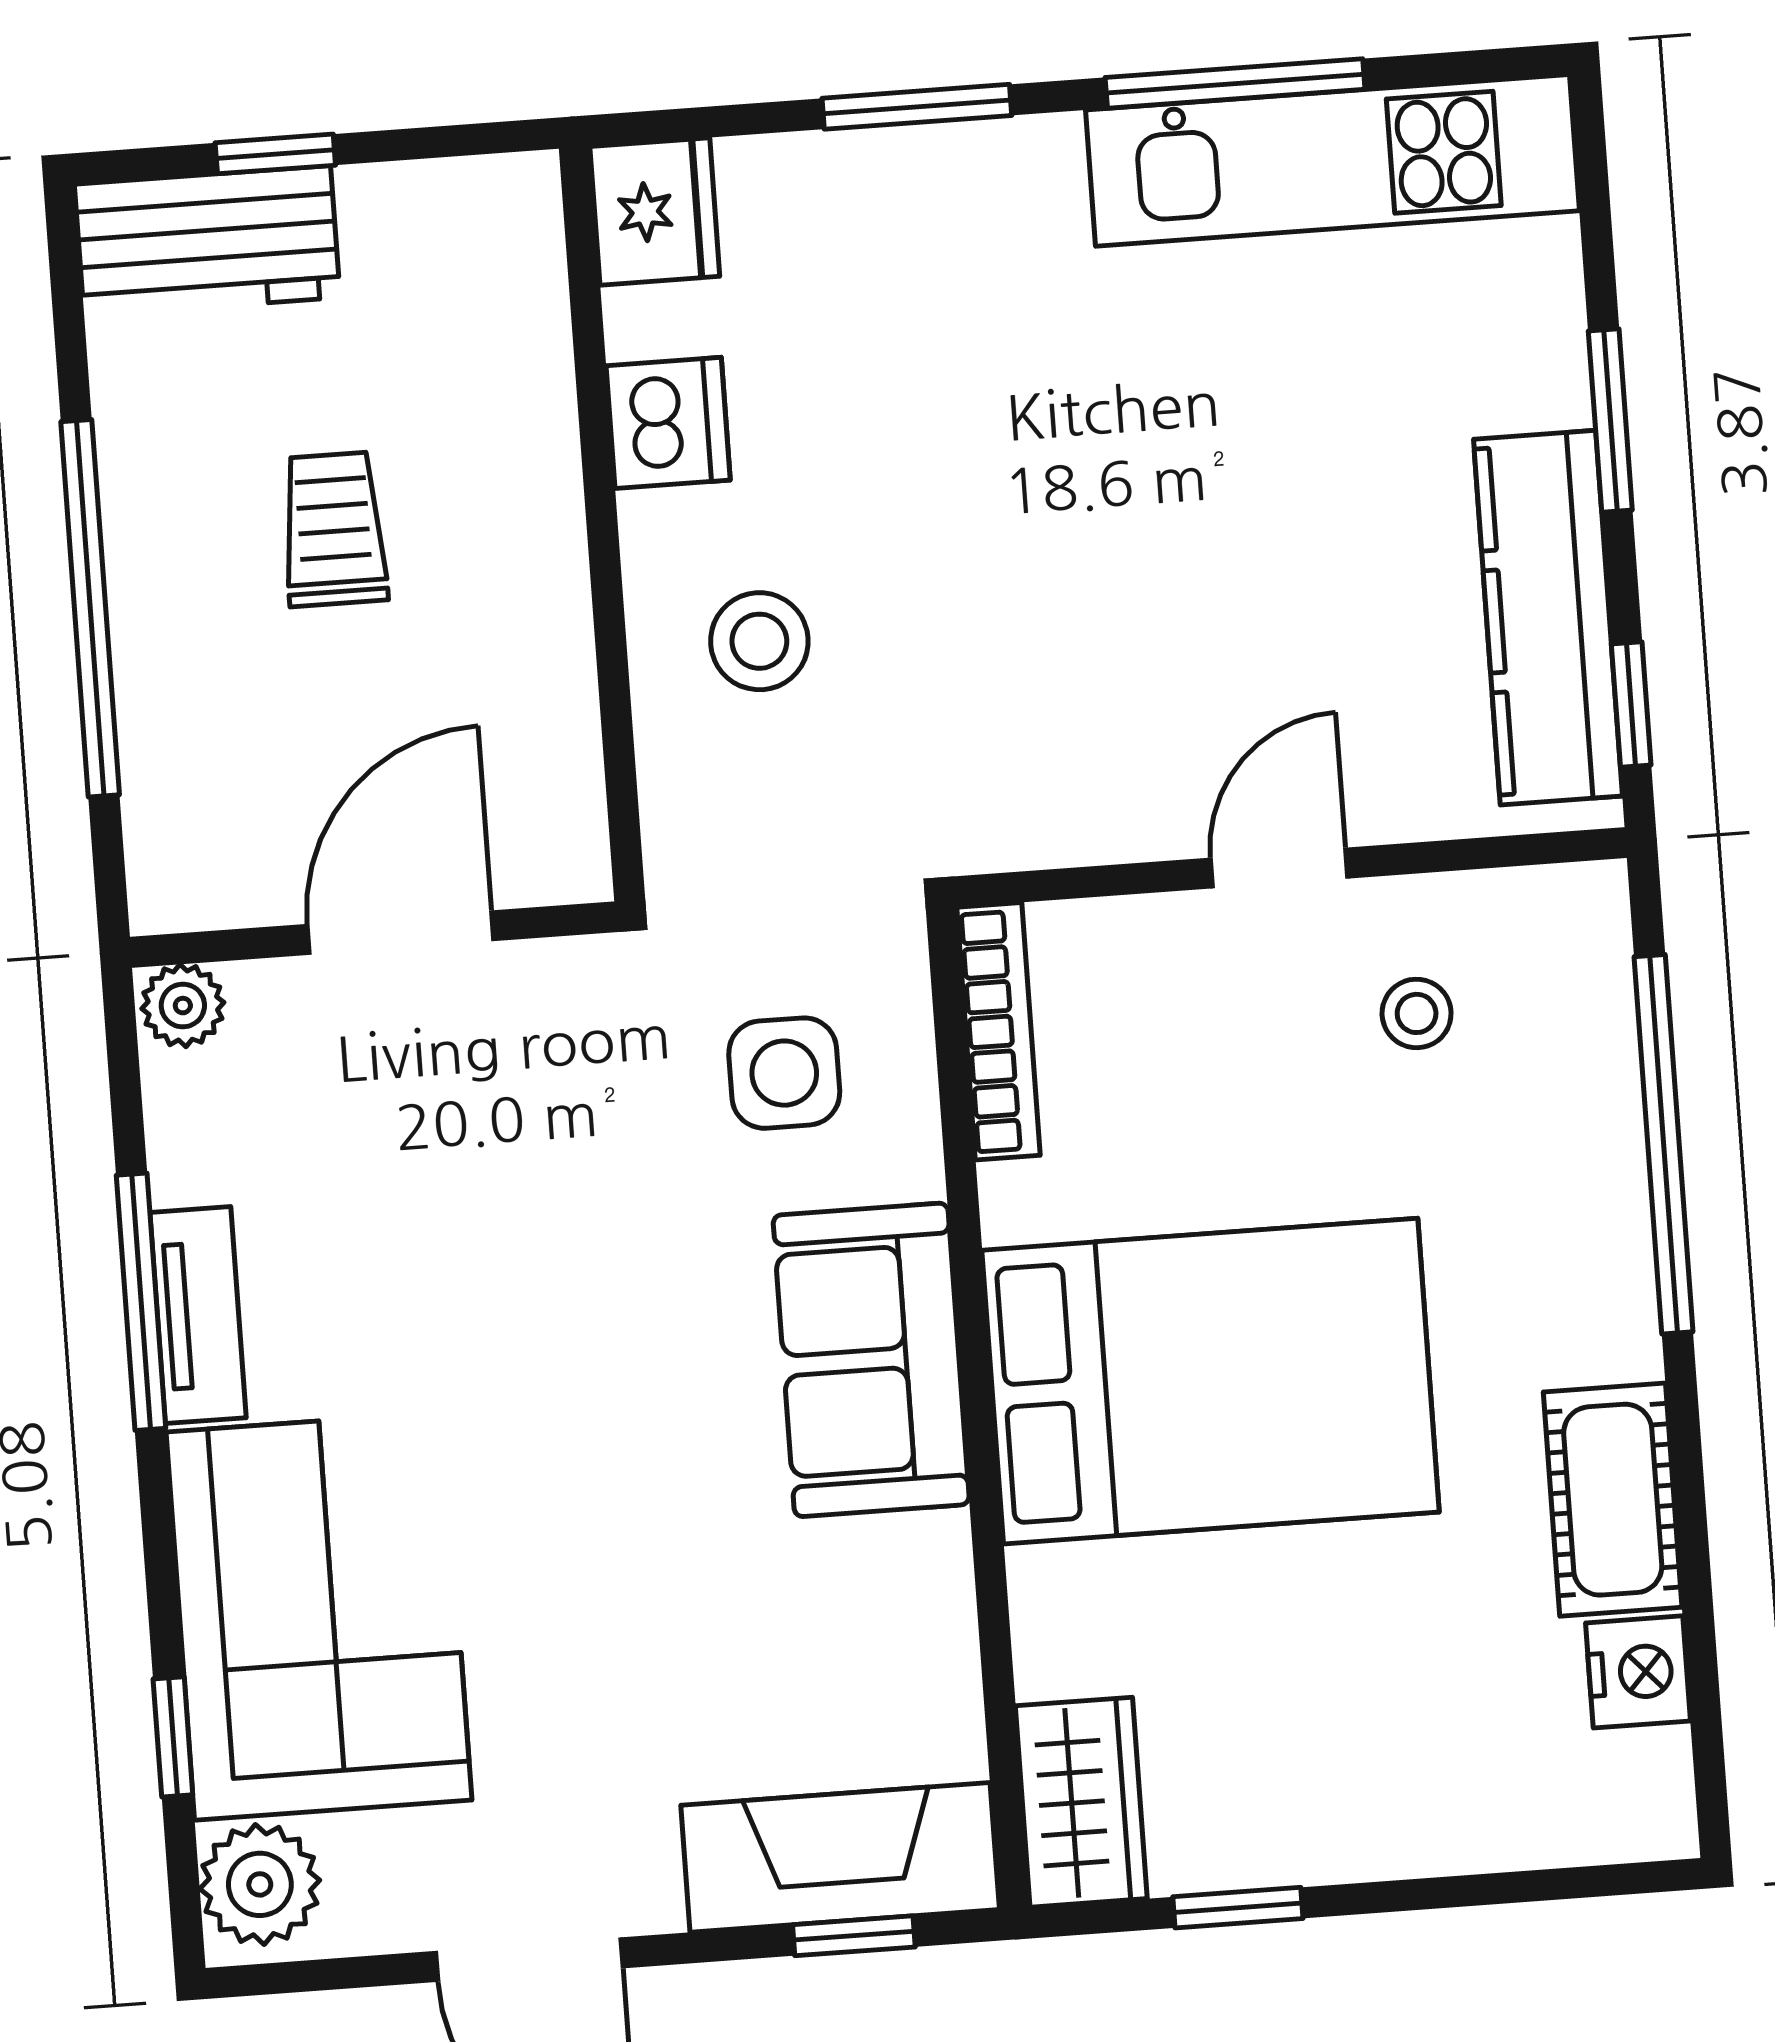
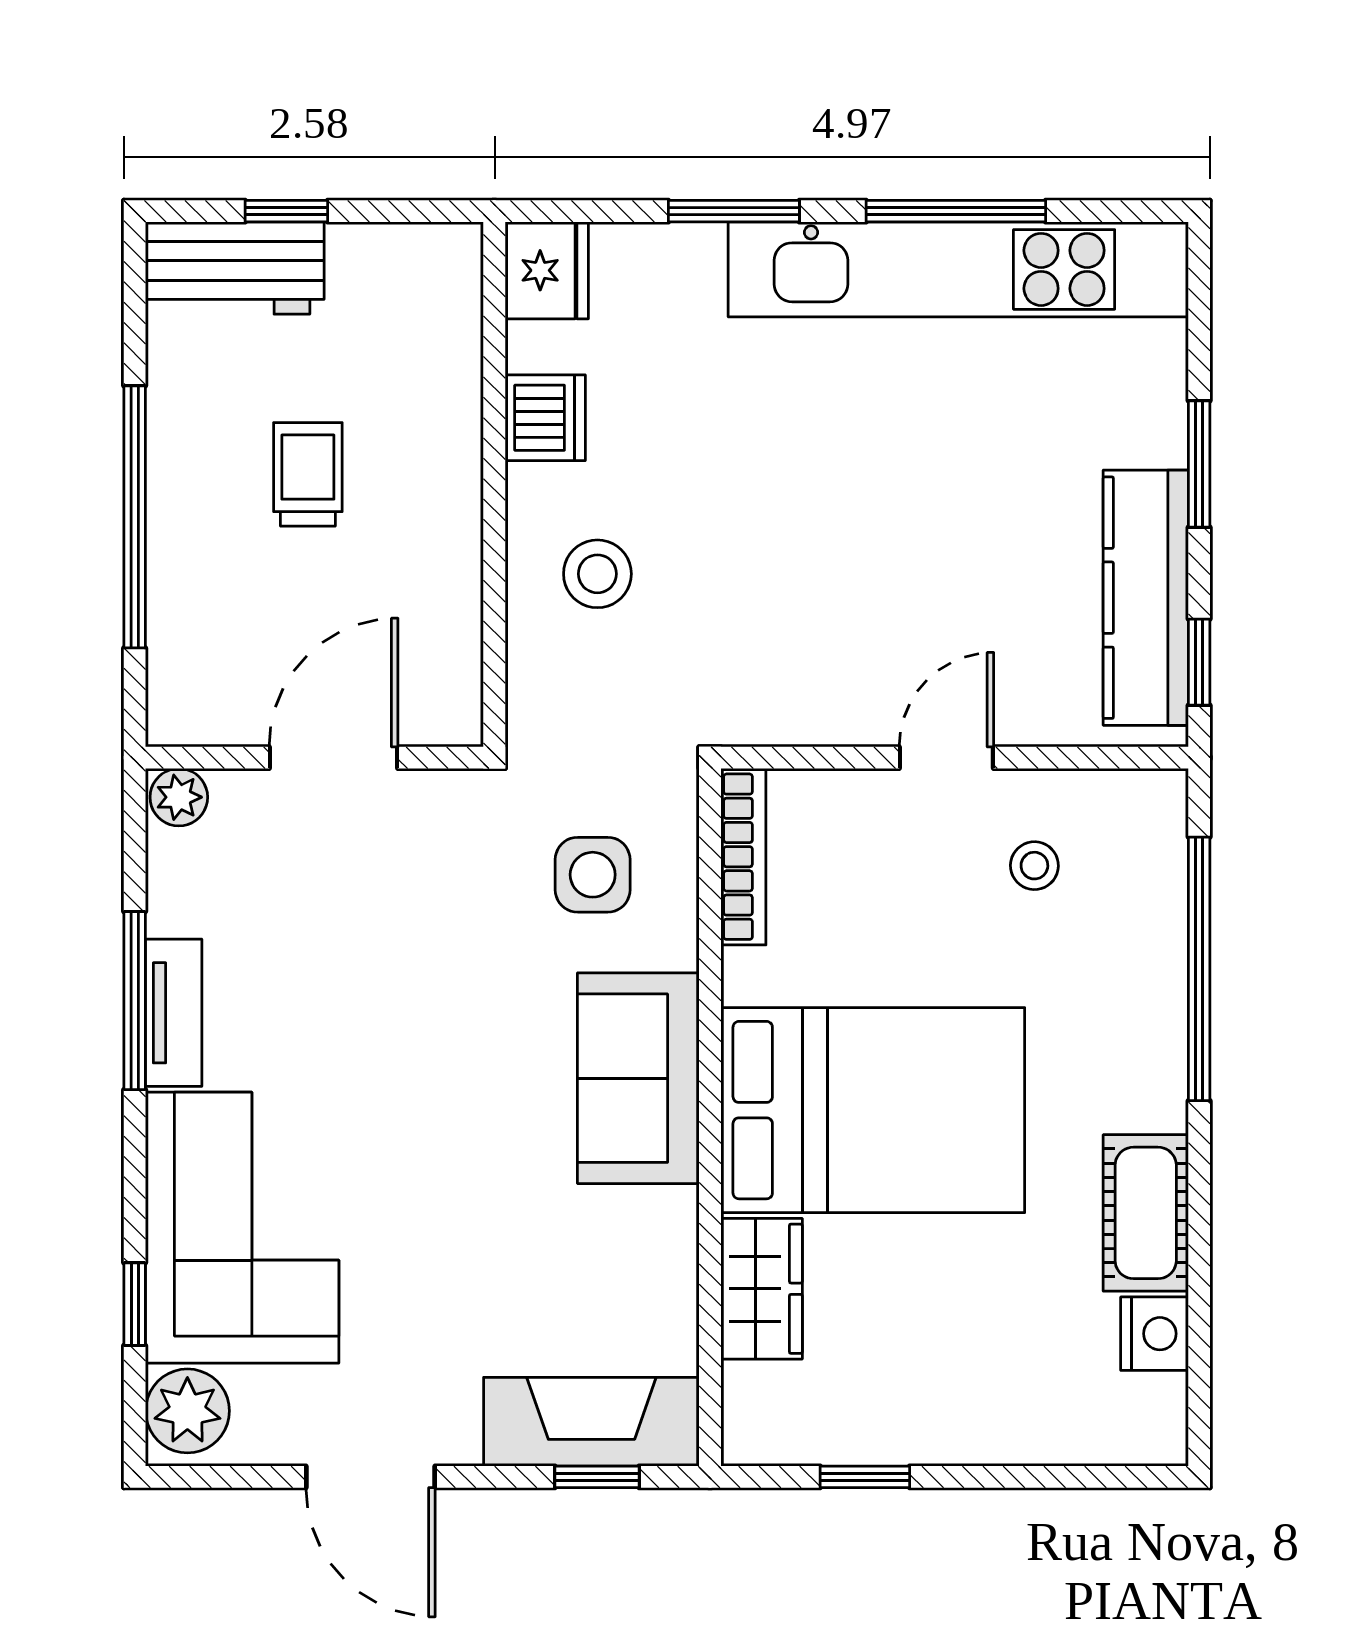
kitchen unit: (1333, 160) -> (958, 269), width x1.36
wardrobe: (1081, 1802) -> (762, 1289), moved

